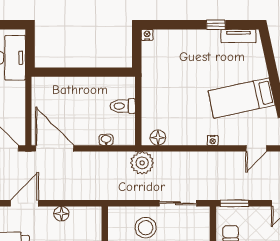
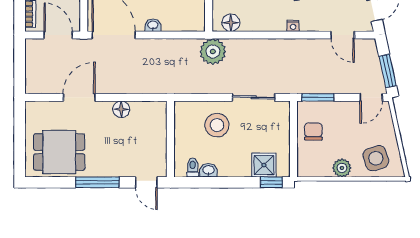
washbasin: (106, 140) -> (153, 25), moved
door: (256, 148) -> (343, 35), hinge flipped

